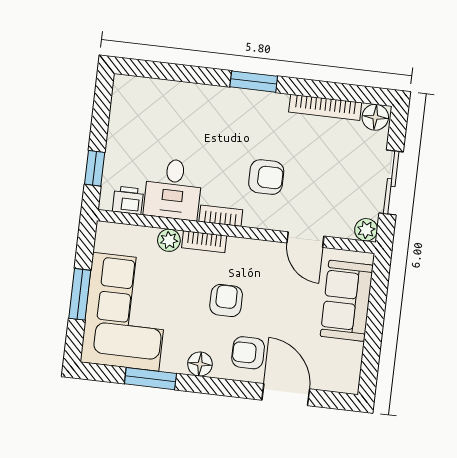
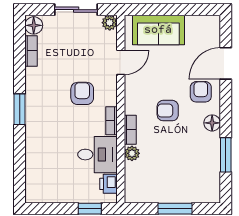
bookcase: (325, 107) -> (31, 51), width x0.64
corner sofa: (126, 312) -> (183, 177), removed
armchair: (248, 353) -> (201, 92), turned 180

